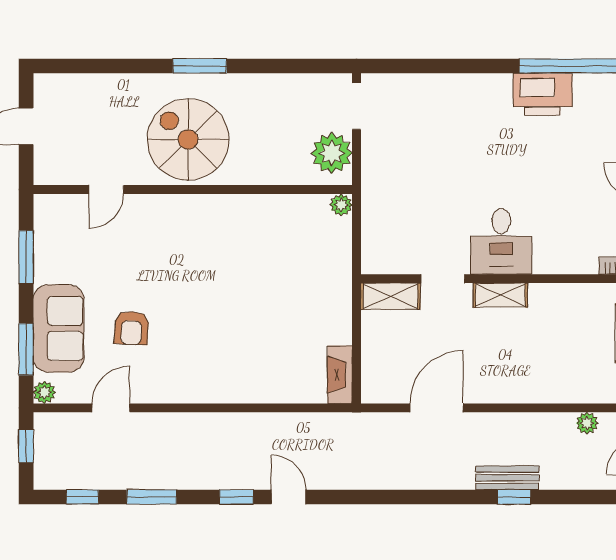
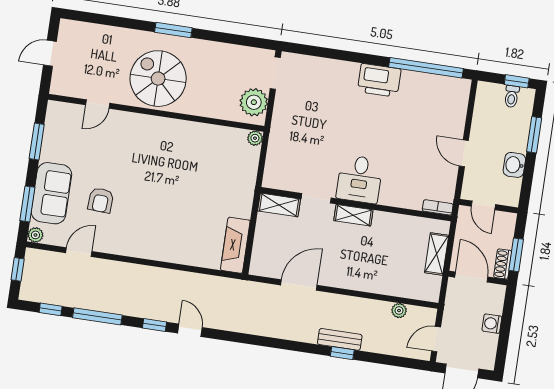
printer: (543, 94) -> (379, 80), moved
fireplace: (340, 375) -> (235, 245), width x1.37, depth x1.32
window: (152, 497) -> (97, 316), width x1.44

